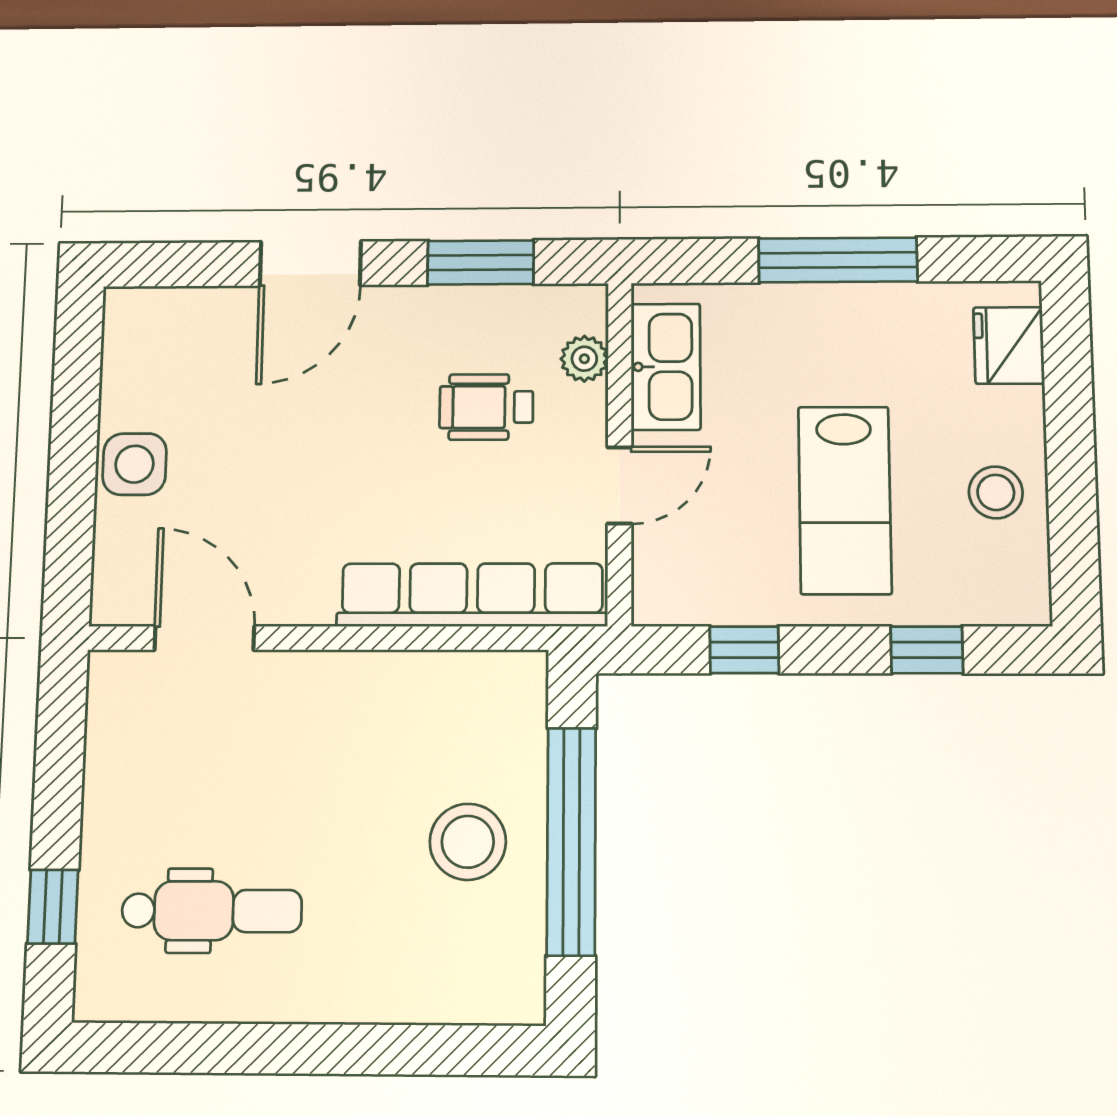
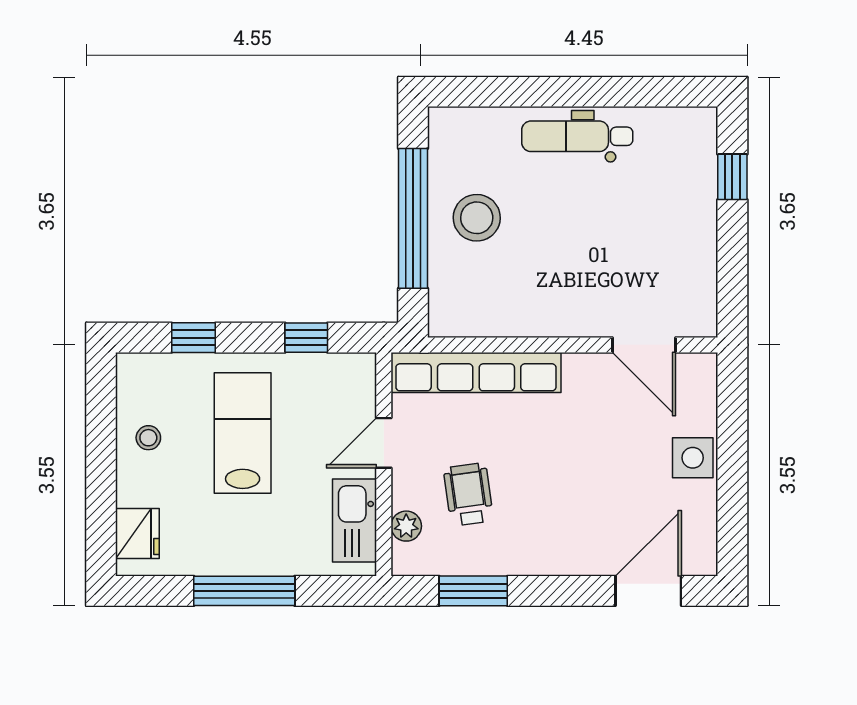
door: (310, 264) -> (648, 591), moved
wheelchair: (486, 407) -> (468, 494), turned -98
stool: (996, 492) -> (148, 438), width x0.73, depth x0.73
dental chair: (212, 911) -> (577, 136), moved

